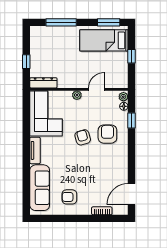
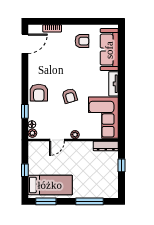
armchair: (107, 134) -> (39, 93), moved

